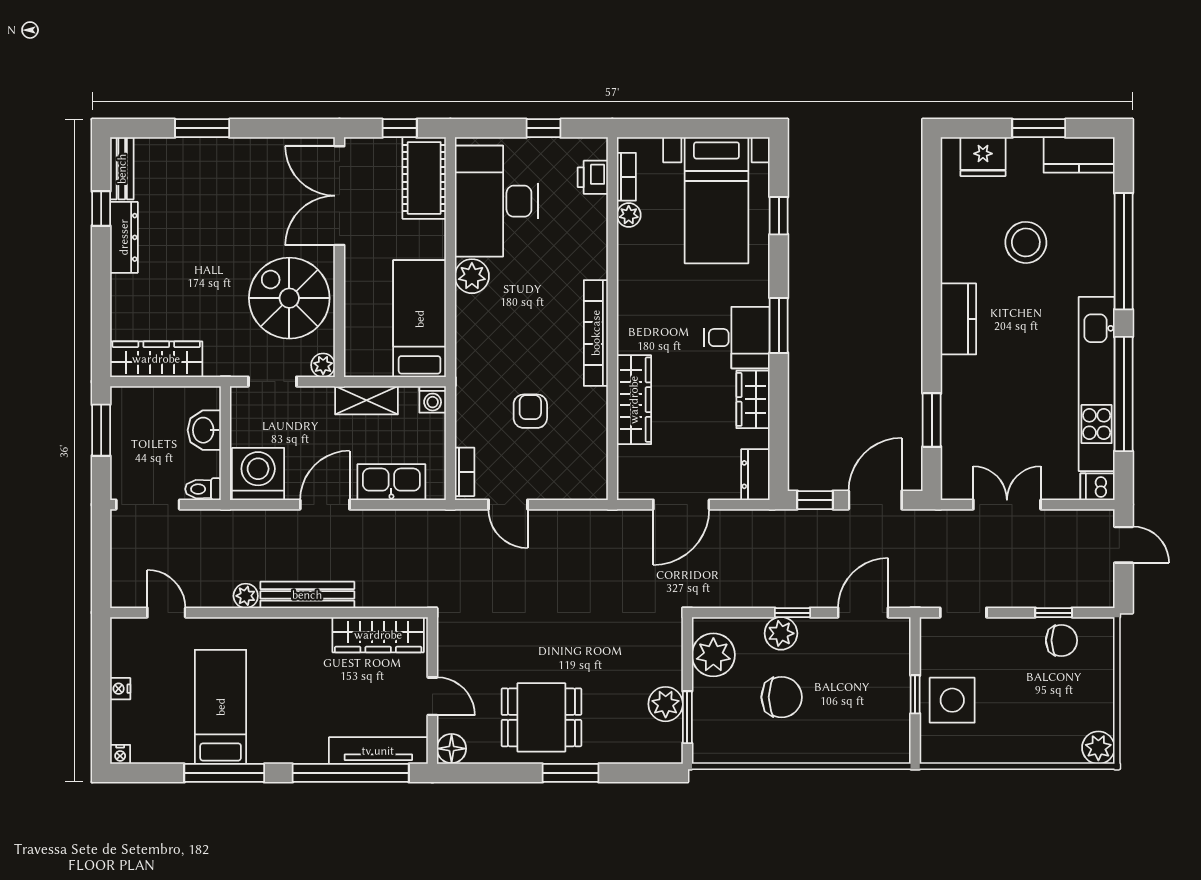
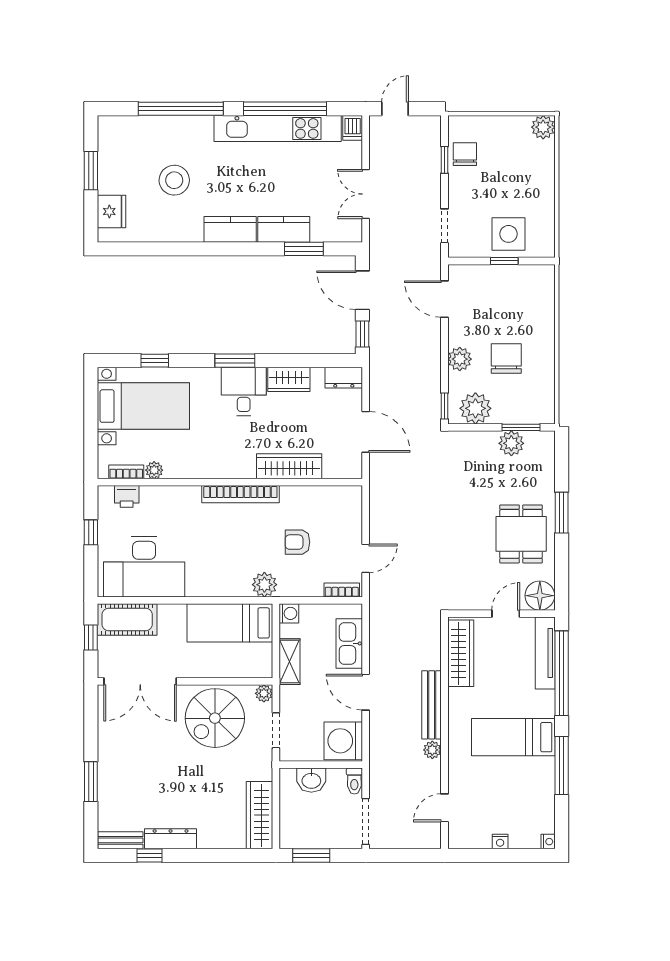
kitchen counter: (1079, 155) -> (284, 229), moved, turned -90
plant: (472, 276) -> (264, 585), moved
window: (792, 613) -> (444, 406), moved
bed: (221, 707) -> (513, 737), moved
floor lamp: (452, 749) -> (540, 596), width x1.38, depth x1.38

